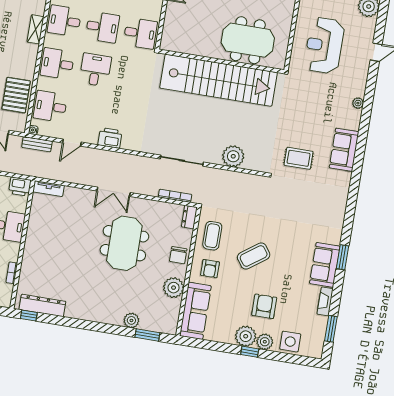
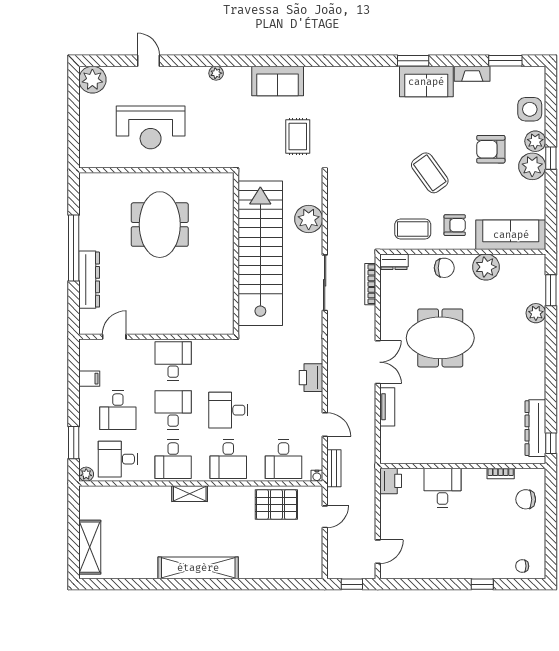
wall: (221, 61) -> (236, 253), moved
stairs: (218, 80) -> (260, 253), moved
tv unit: (49, 189) -> (387, 407), moved

